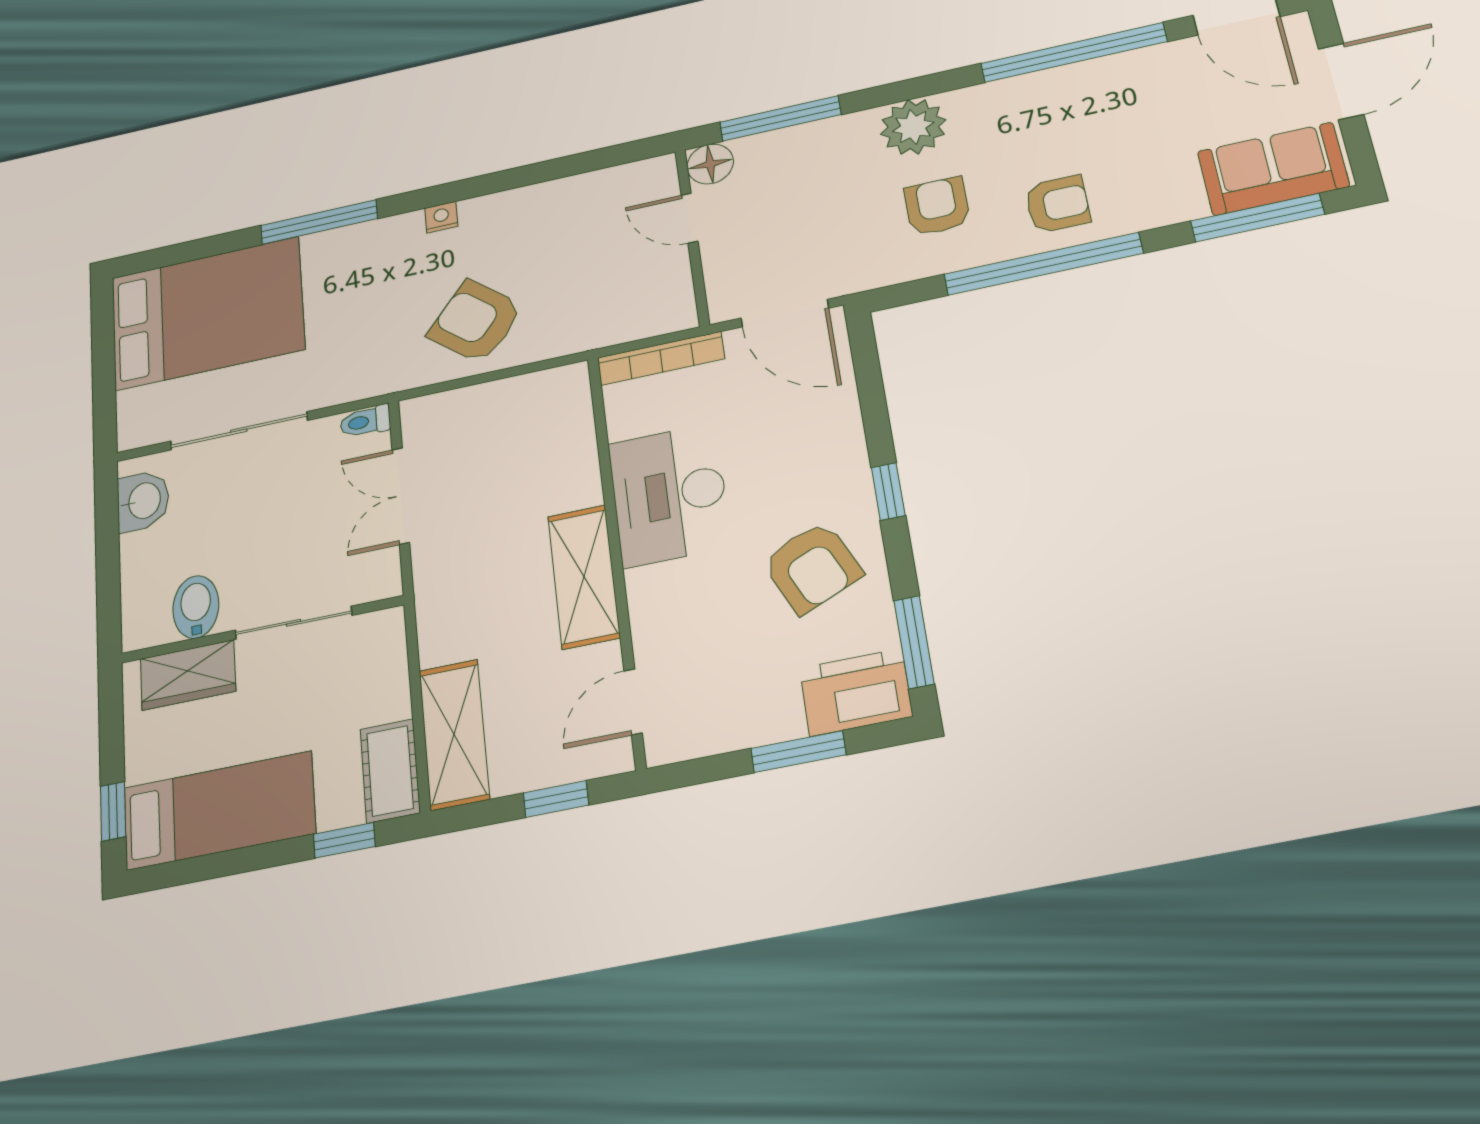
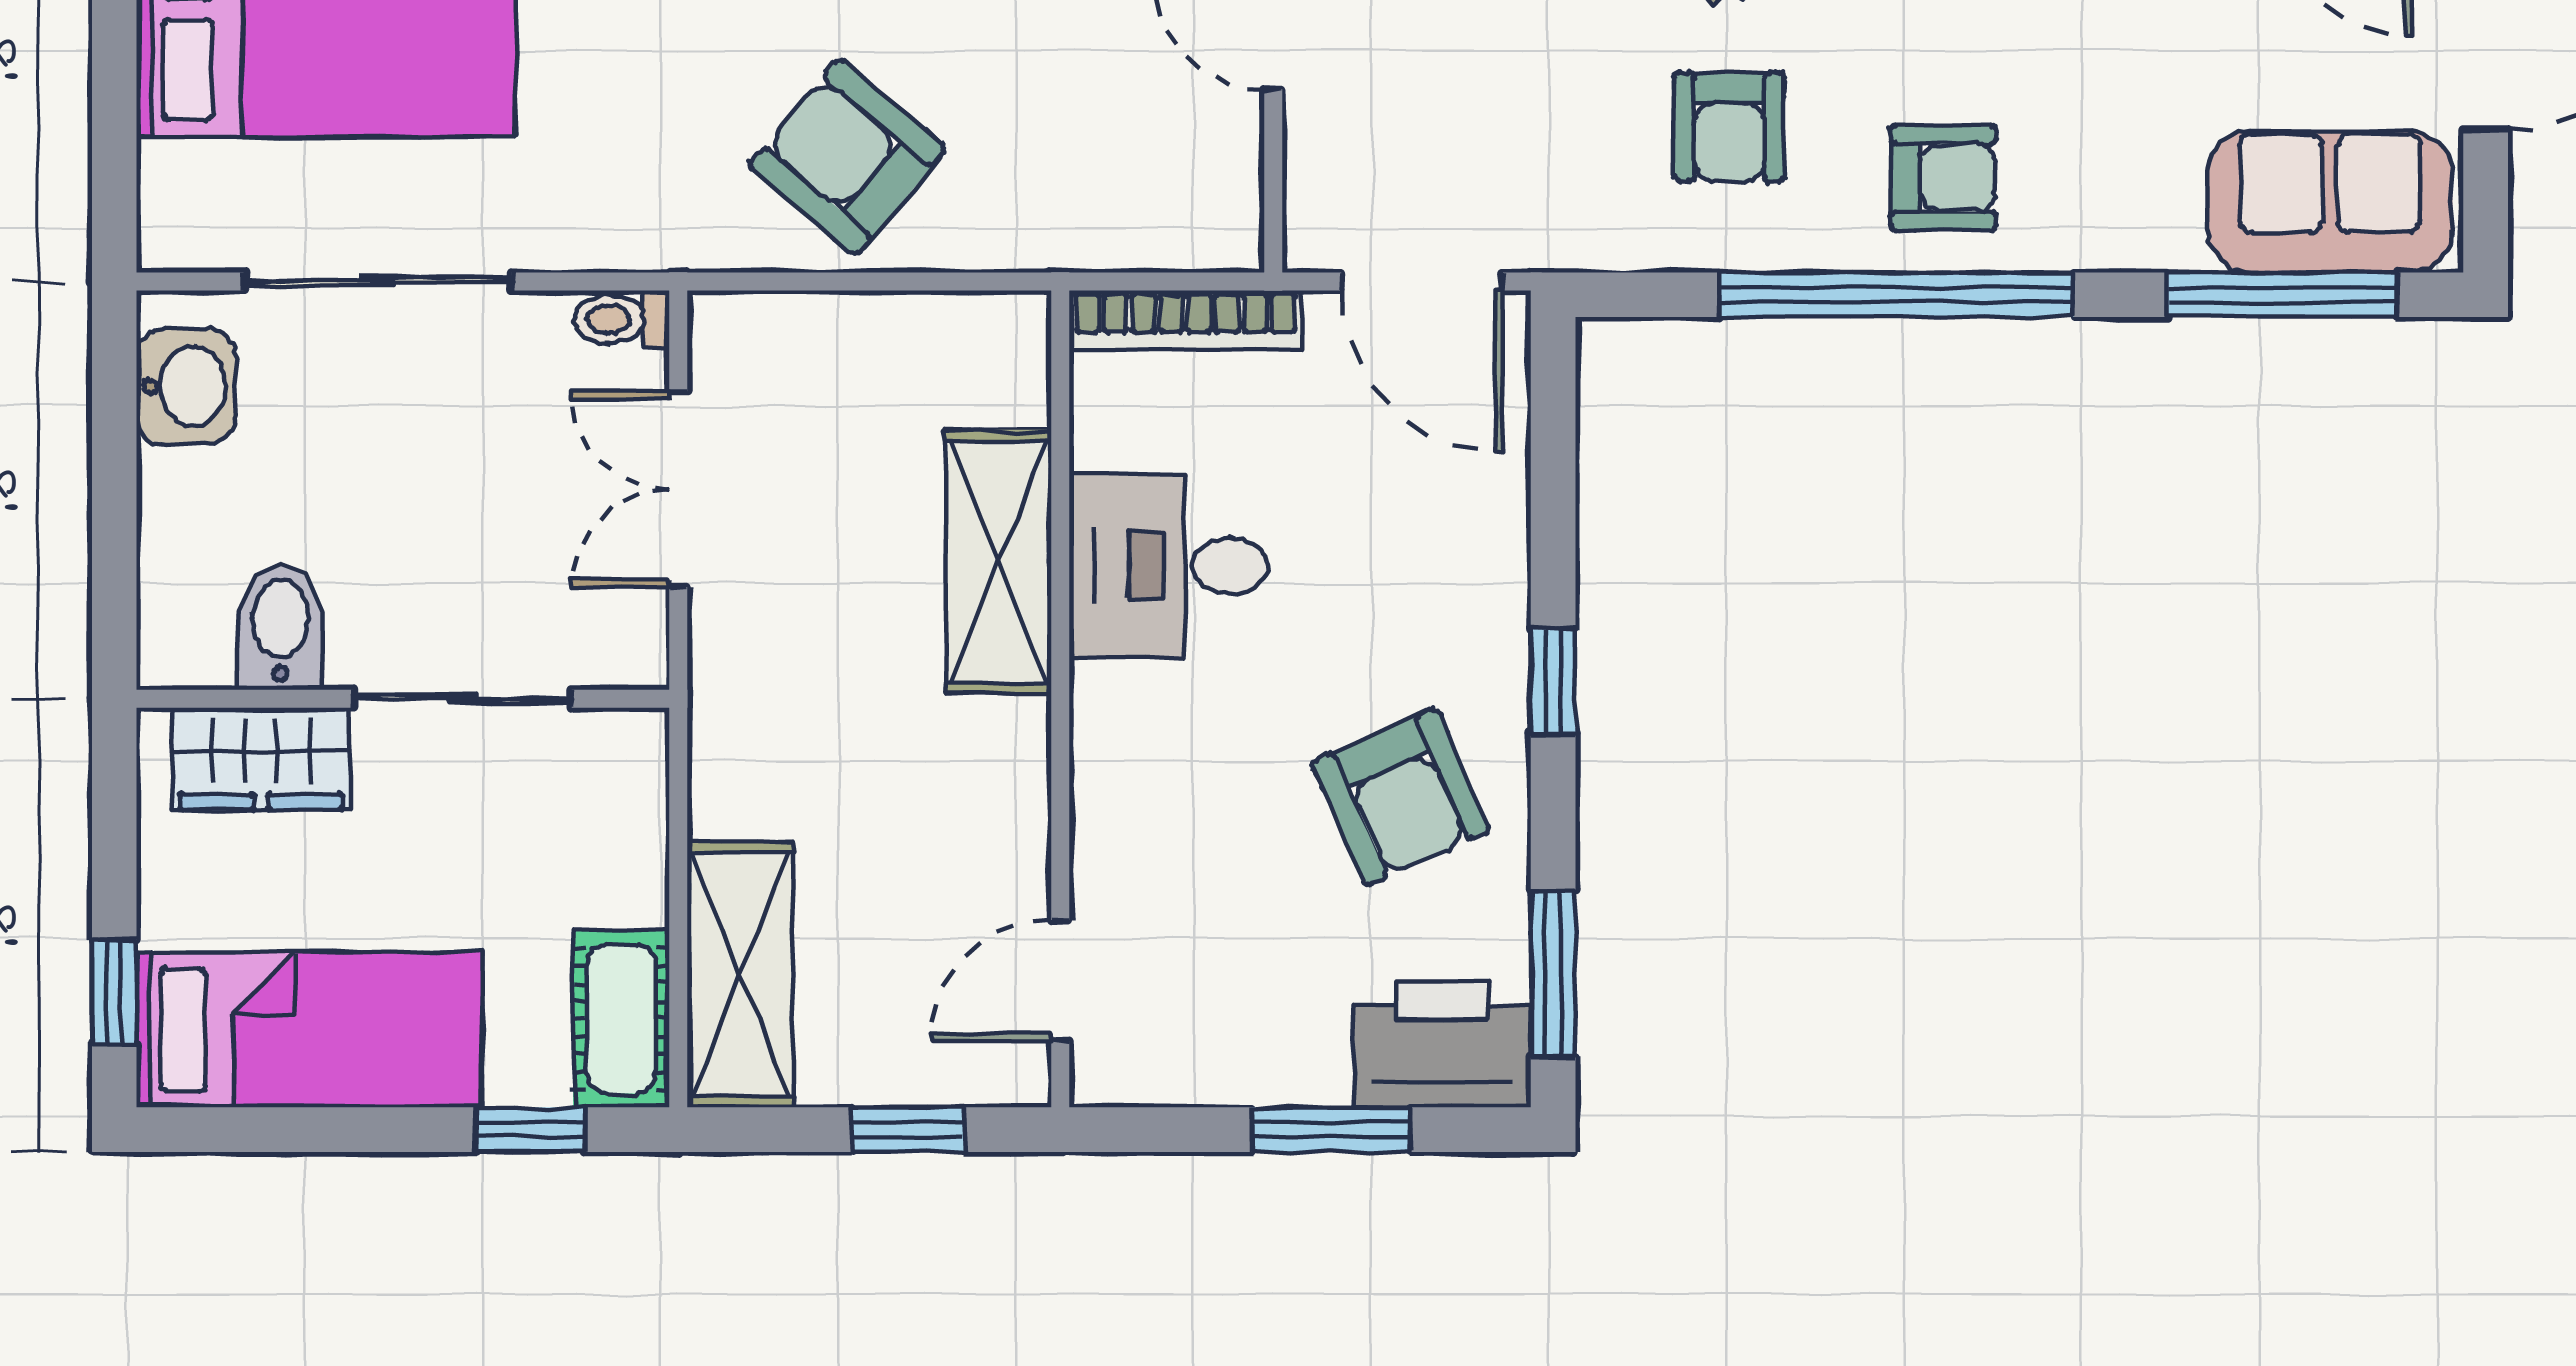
armchair: (937, 206) -> (1729, 127), turned 180
desk: (669, 495) -> (1169, 566), width x0.73
shelving: (584, 577) -> (999, 562), moved

